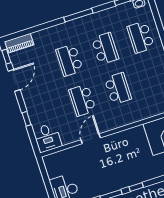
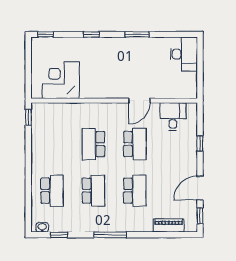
piano: (19, 43) -> (169, 225), moved
school desk: (105, 49) -> (93, 191), turned 180
desk: (47, 138) -> (173, 116), moved
window: (136, 187) -> (91, 34), moved

